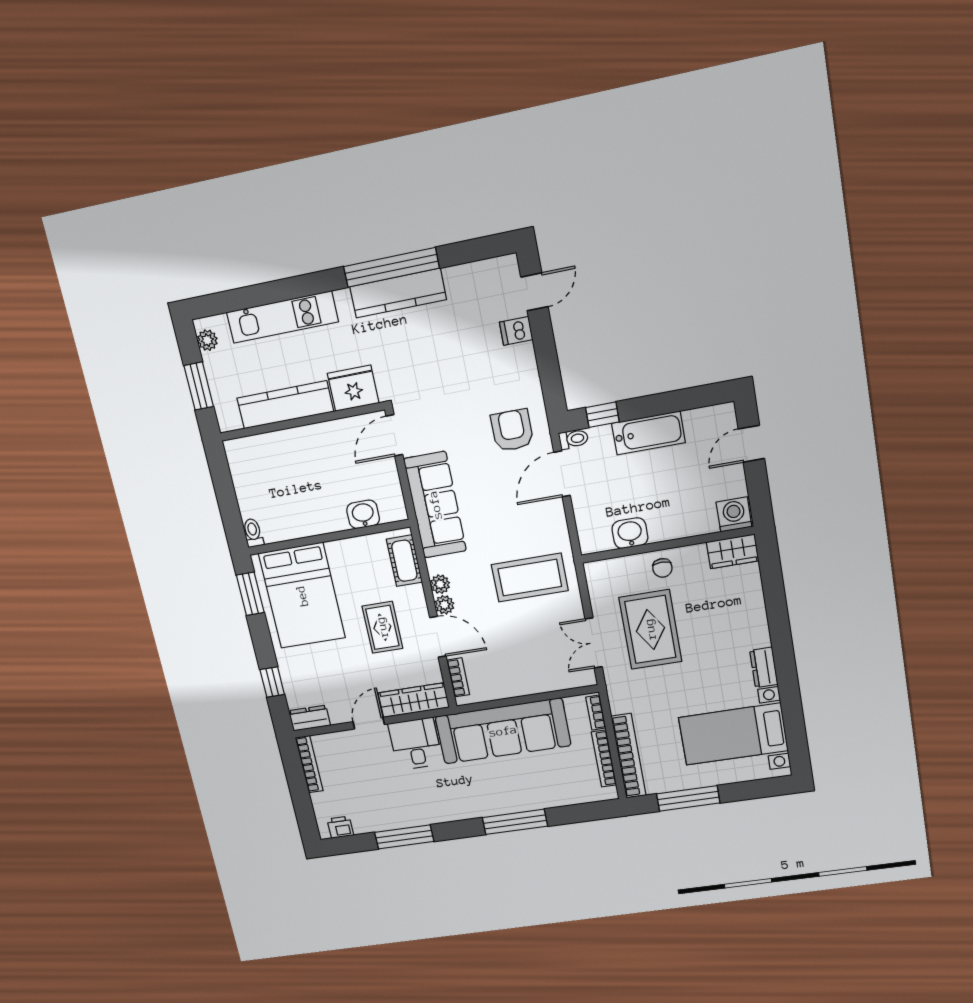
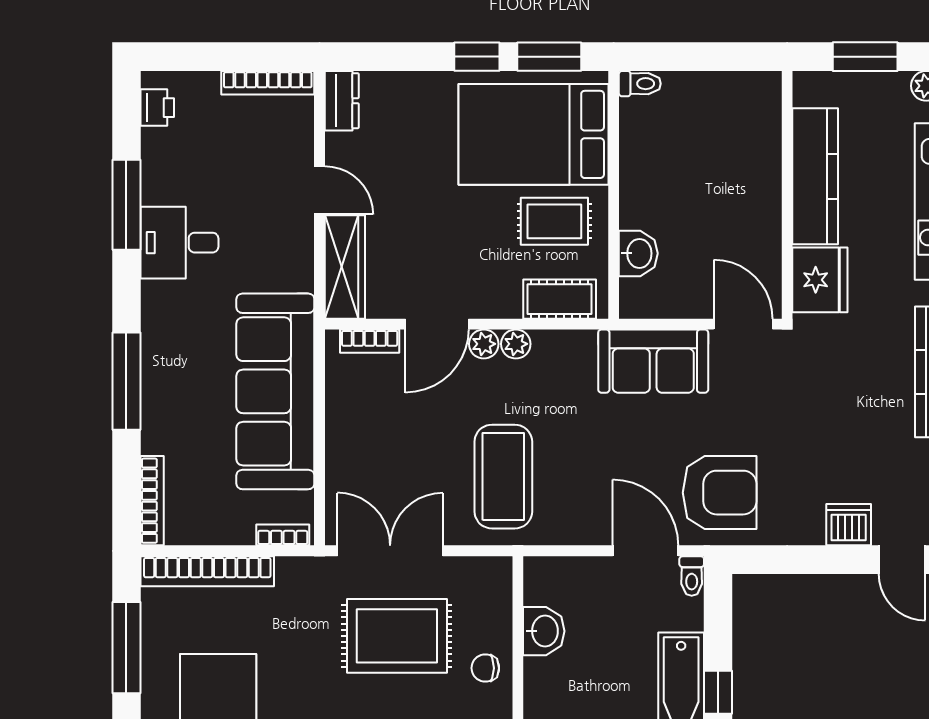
dishwasher: (516, 331) -> (849, 525), width x1.38
window: (602, 415) -> (718, 692), moved
armchair: (512, 430) -> (720, 493), width x1.36, depth x1.36
sofa: (435, 505) -> (653, 361), width x0.73
rug: (382, 627) -> (554, 221), moved
double door: (594, 643) -> (390, 551), width x1.37
window: (272, 682) -> (477, 57), moved
desk: (415, 744) -> (179, 243), moved, turned 180
bookcase: (604, 759) -> (152, 501), moved, turned 90

